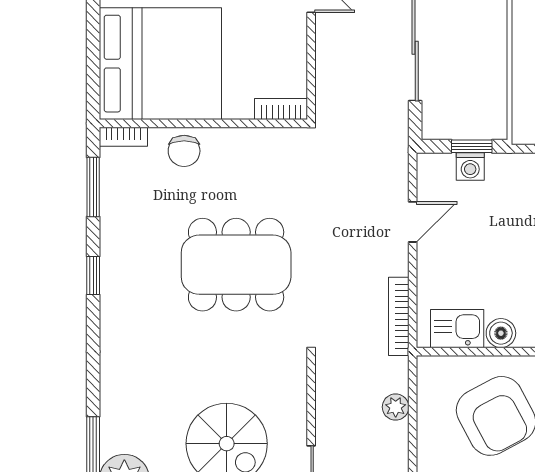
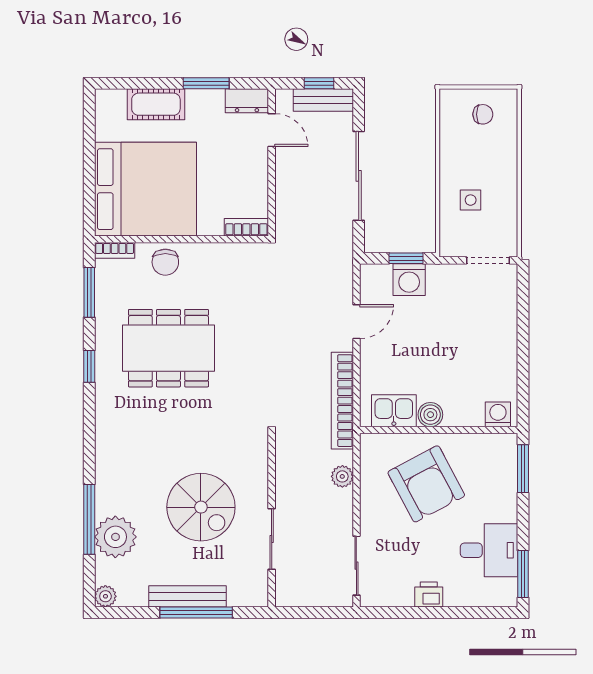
washing machine: (470, 166) -> (409, 280), width x1.38, depth x1.38
dining table: (236, 265) -> (168, 348), moved
bookcase: (399, 316) -> (342, 401), width x1.48, depth x1.31

